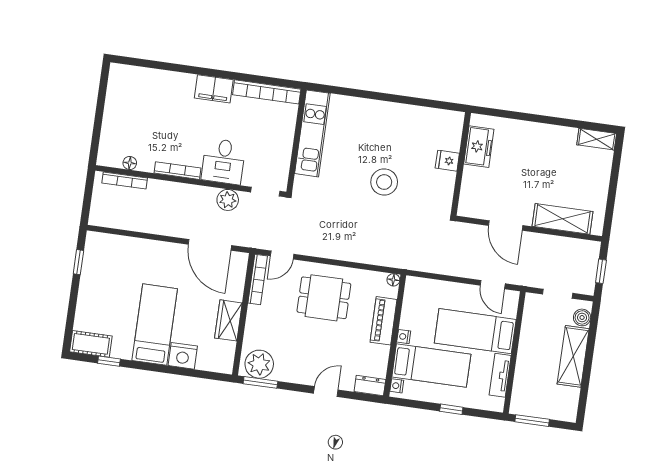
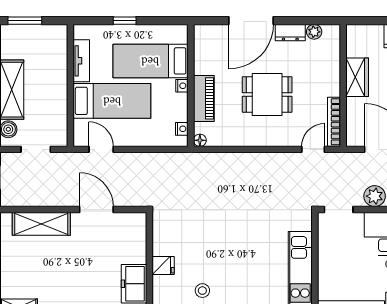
stool: (384, 182) -> (202, 291), moved, width x0.53, depth x0.53
dining table: (324, 298) -> (267, 95), moved
plant: (259, 364) -> (314, 32), width x0.53, depth x0.53
window: (260, 382) -> (317, 21), removed
dresser: (370, 386) -> (290, 33), moved
nightstand: (397, 386) -> (182, 129), moved
door: (326, 392) -> (251, 21), width x1.88
window: (532, 421) -> (25, 21), moved

